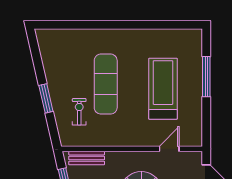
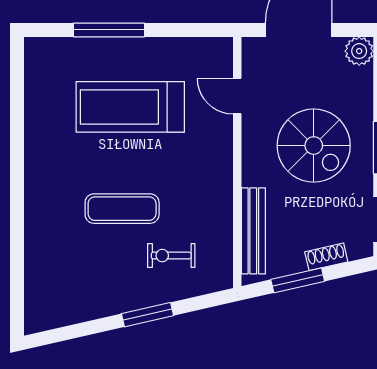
exercise mat: (106, 84) -> (122, 209), width x0.73, depth x0.69
bench: (87, 158) -> (253, 231), width x1.36

